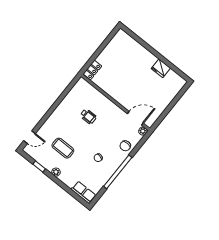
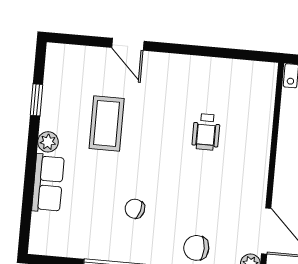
door: (30, 137) -> (128, 44), moved
row of seats: (84, 192) -> (48, 183), moved

